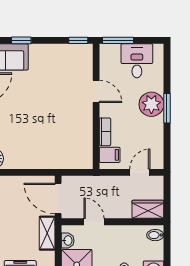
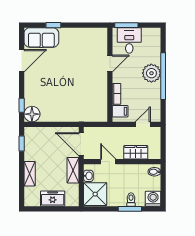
window: (78, 40) -> (96, 25), removed
desk: (137, 61) -> (129, 40), moved
door: (96, 91) -> (110, 63), hinge flipped
window: (167, 108) -> (163, 76), width x2.11
wardrobe: (148, 209) -> (136, 152), moved

